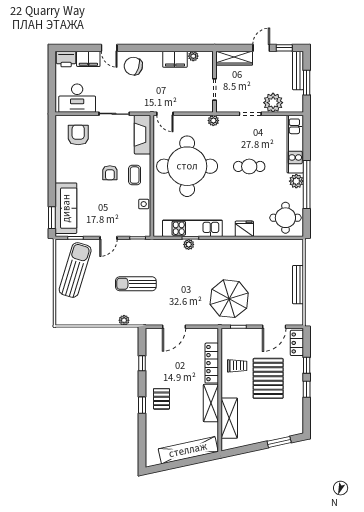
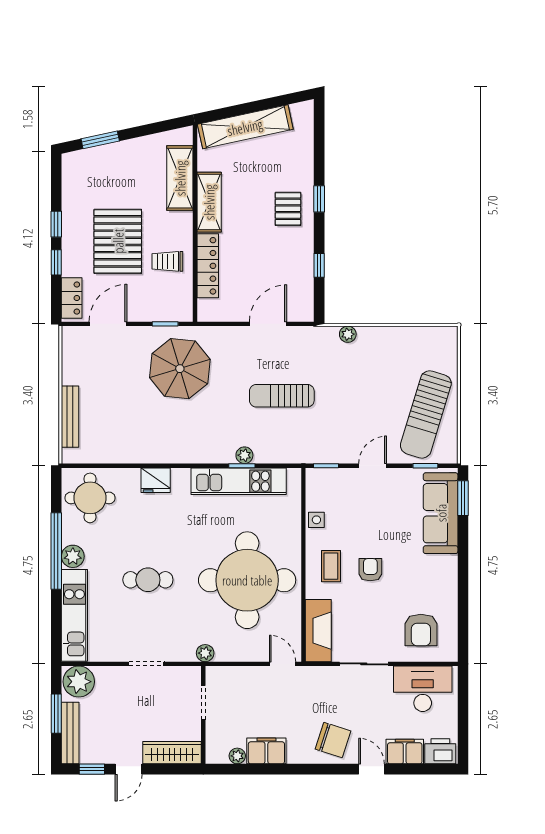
plant: (273, 103) -> (79, 682), moved
sun lounger: (136, 284) -> (282, 396), moved, turned 180
bench: (298, 285) -> (70, 417), moved

